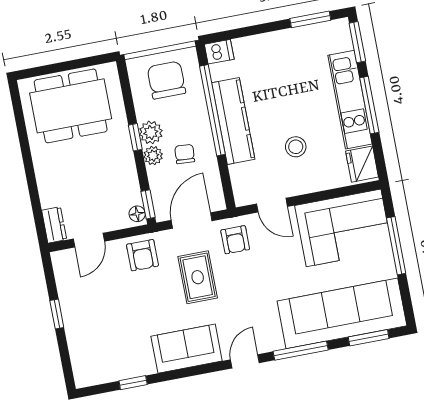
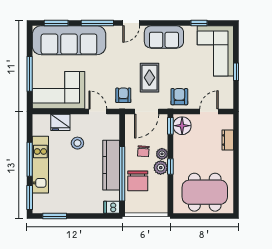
chair: (166, 80) -> (138, 181), moved
fridge: (362, 164) -> (60, 122), moved, turned 90
floor lamp: (137, 214) -> (182, 126), width x1.89, depth x1.89
dresser: (54, 225) -> (228, 140), moved
corner sofa: (97, 342) -> (215, 51), added

